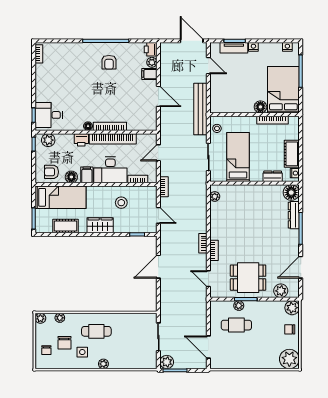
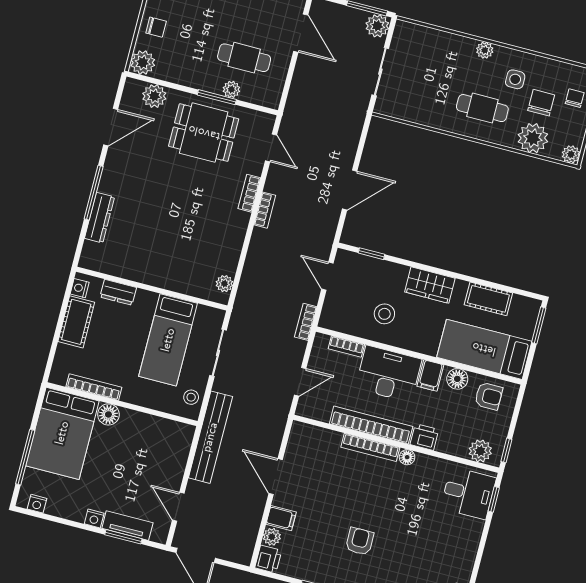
armchair: (109, 62) -> (360, 541), moved
floor lamp: (291, 193) -> (94, 257), removed
plant: (60, 318) -> (533, 138), width x1.88, depth x1.88

